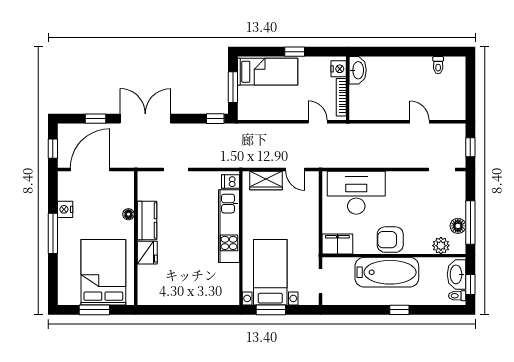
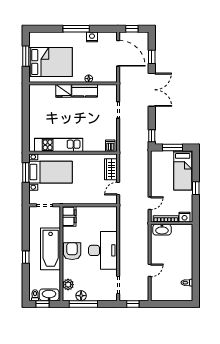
washbasin: (358, 70) -> (162, 230), moved
desk: (356, 193) -> (103, 250), moved
kitchen unit: (229, 226) -> (59, 145), moved

